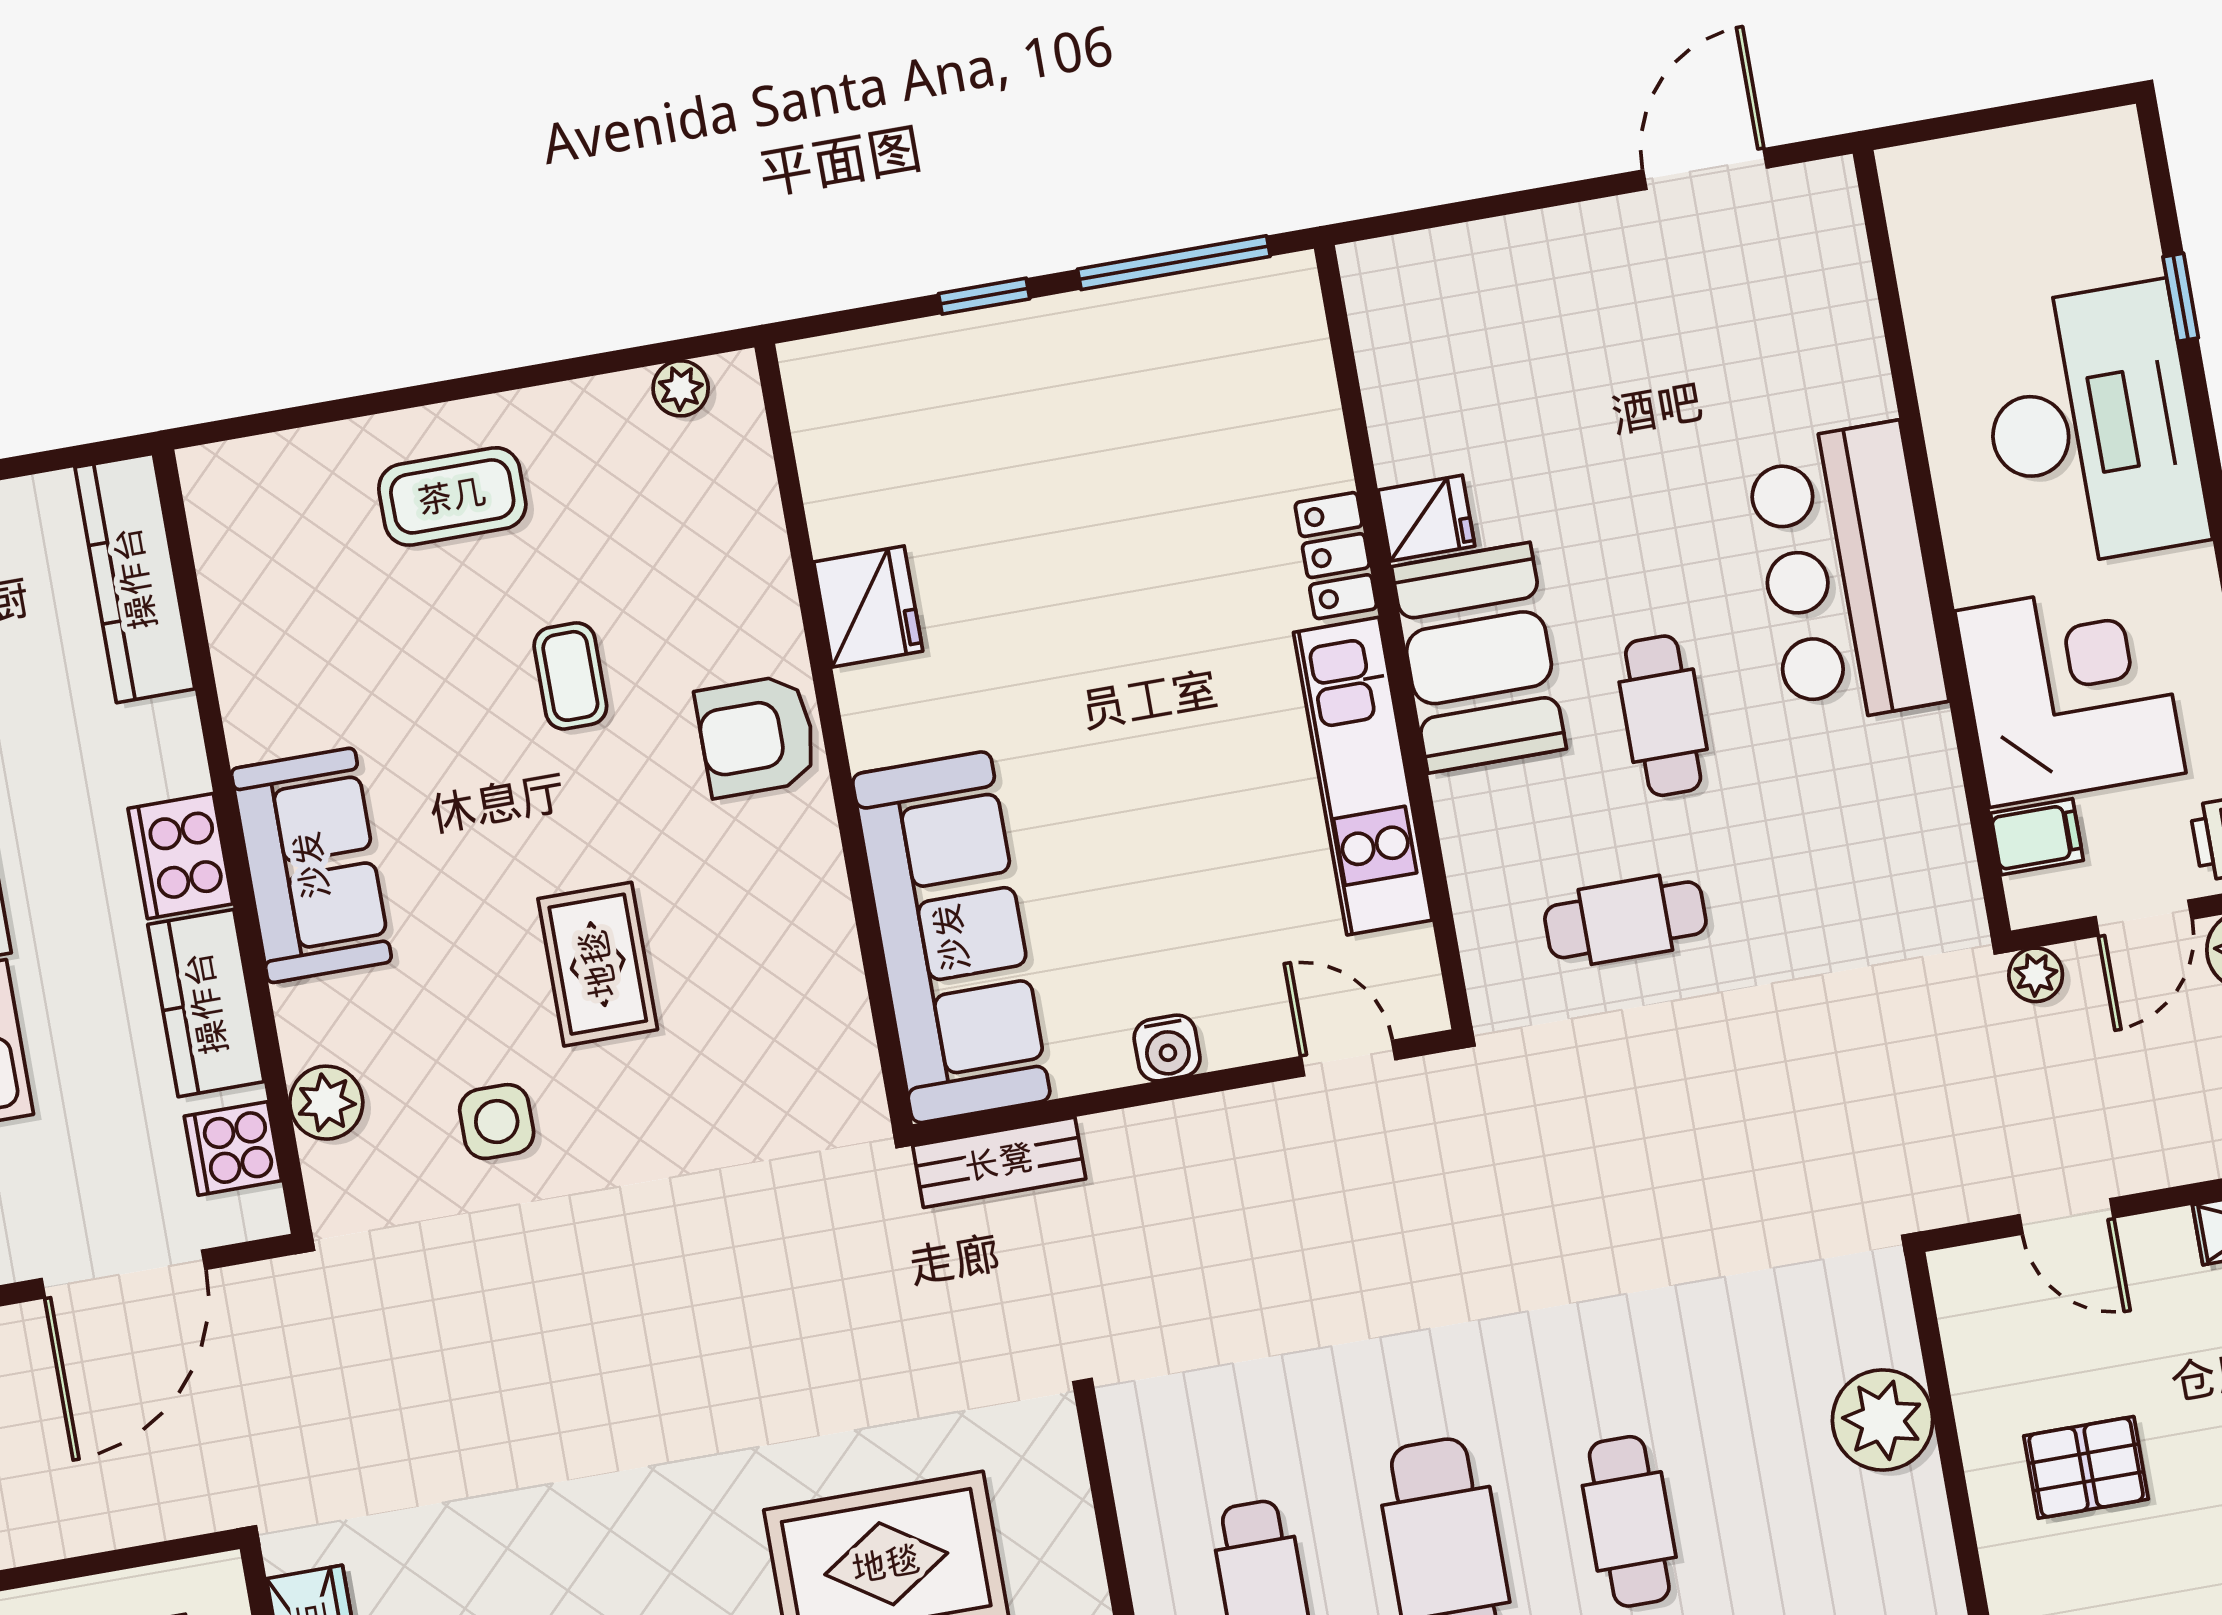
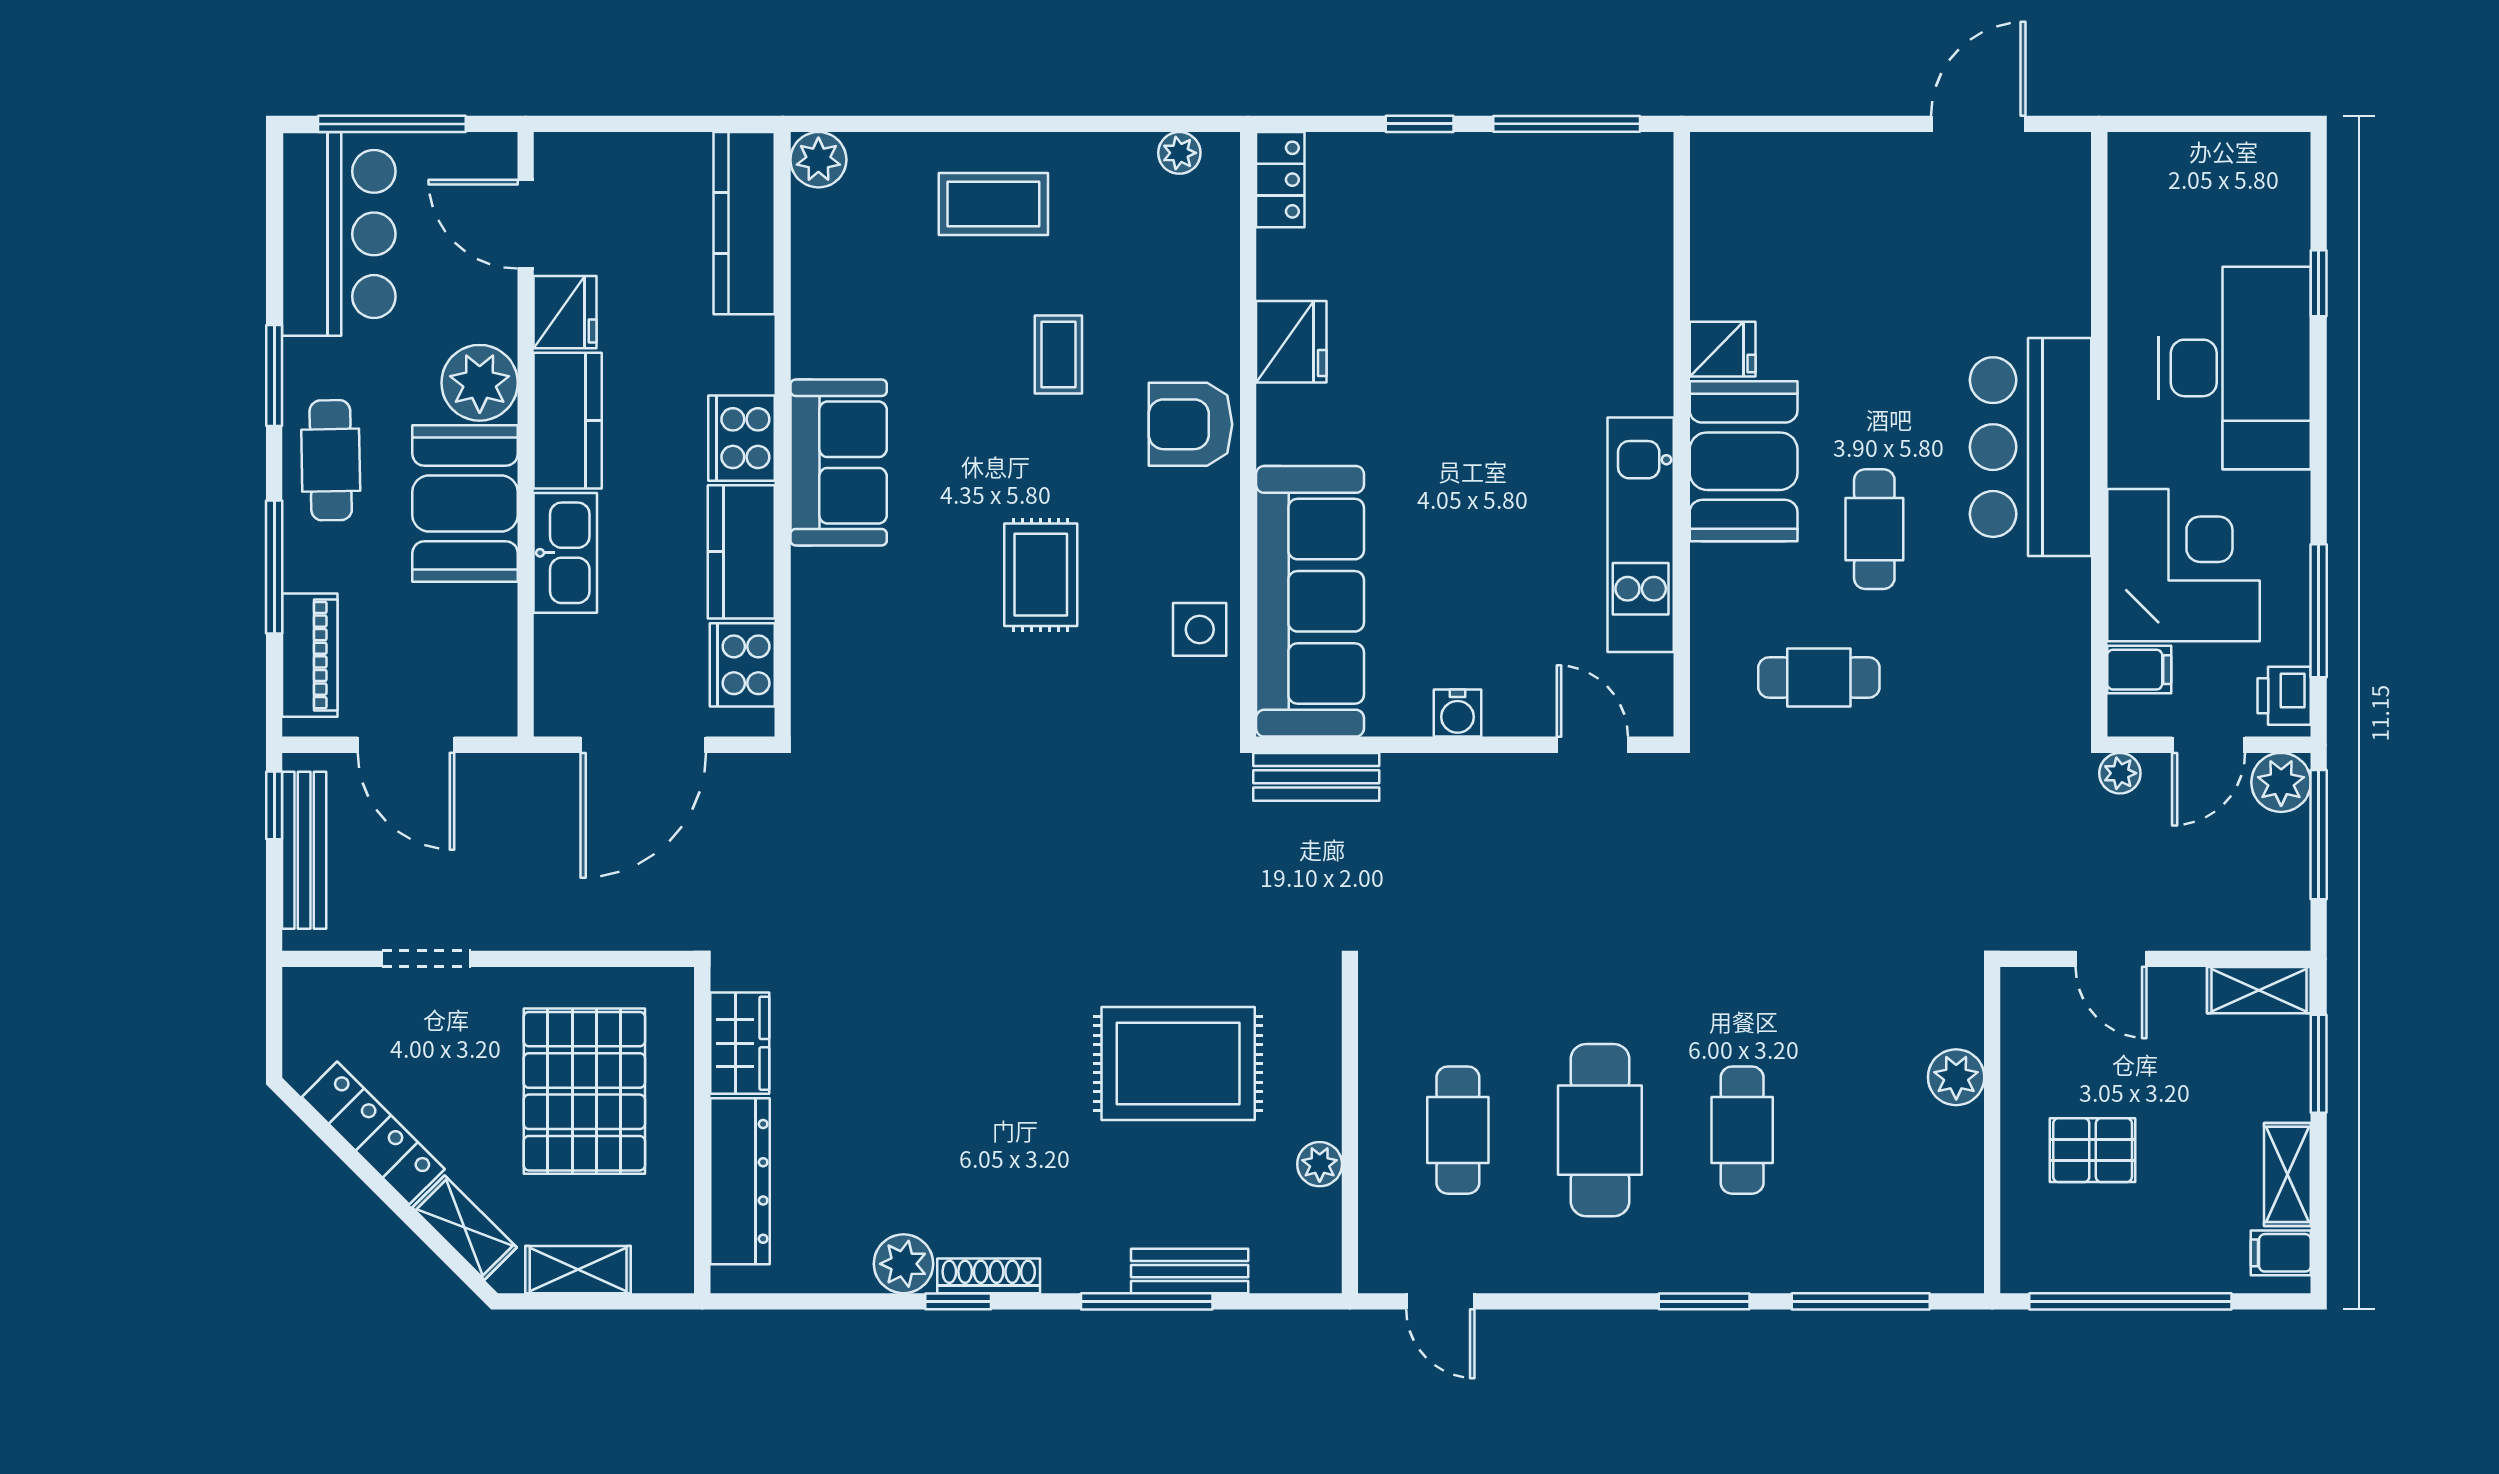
locker: (1336, 556) -> (1280, 180), moved, turned 180
plant: (326, 1103) -> (818, 160), moved
side table: (497, 1122) -> (1200, 629), moved
cooker: (233, 1148) -> (742, 665), width x1.36
plant: (1883, 1420) -> (1956, 1077), width x0.73, depth x0.73

